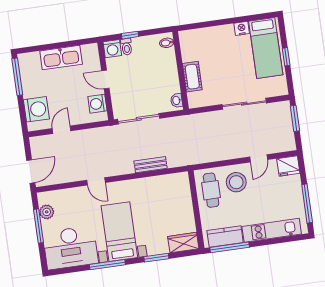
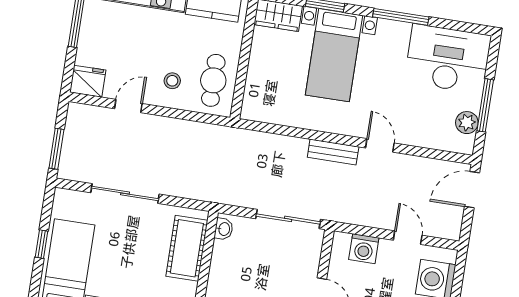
cot: (192, 77) -> (187, 248), width x1.37, depth x1.34
washing machine: (97, 104) -> (364, 249), moved, turned 90
door: (61, 130) -> (408, 238), swing flipped
bench: (151, 165) -> (333, 152), moved
stool: (236, 182) -> (172, 81), width x0.53, depth x0.53
bed with nightstands: (119, 232) -> (334, 55), moved

